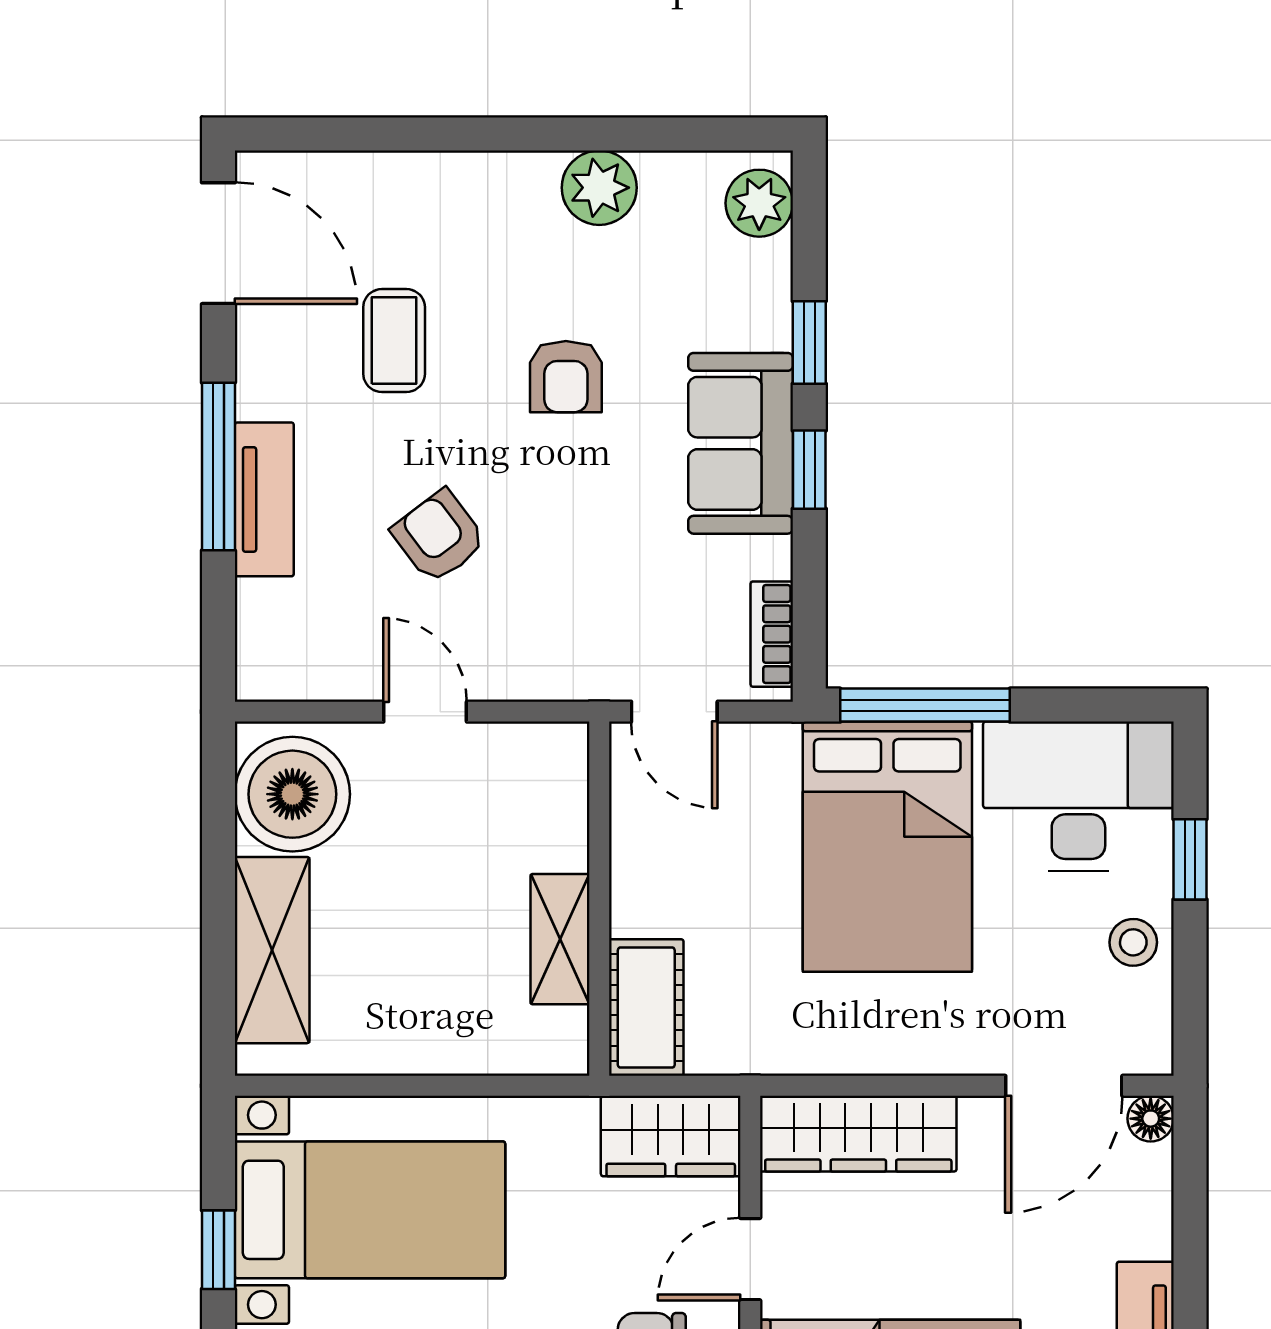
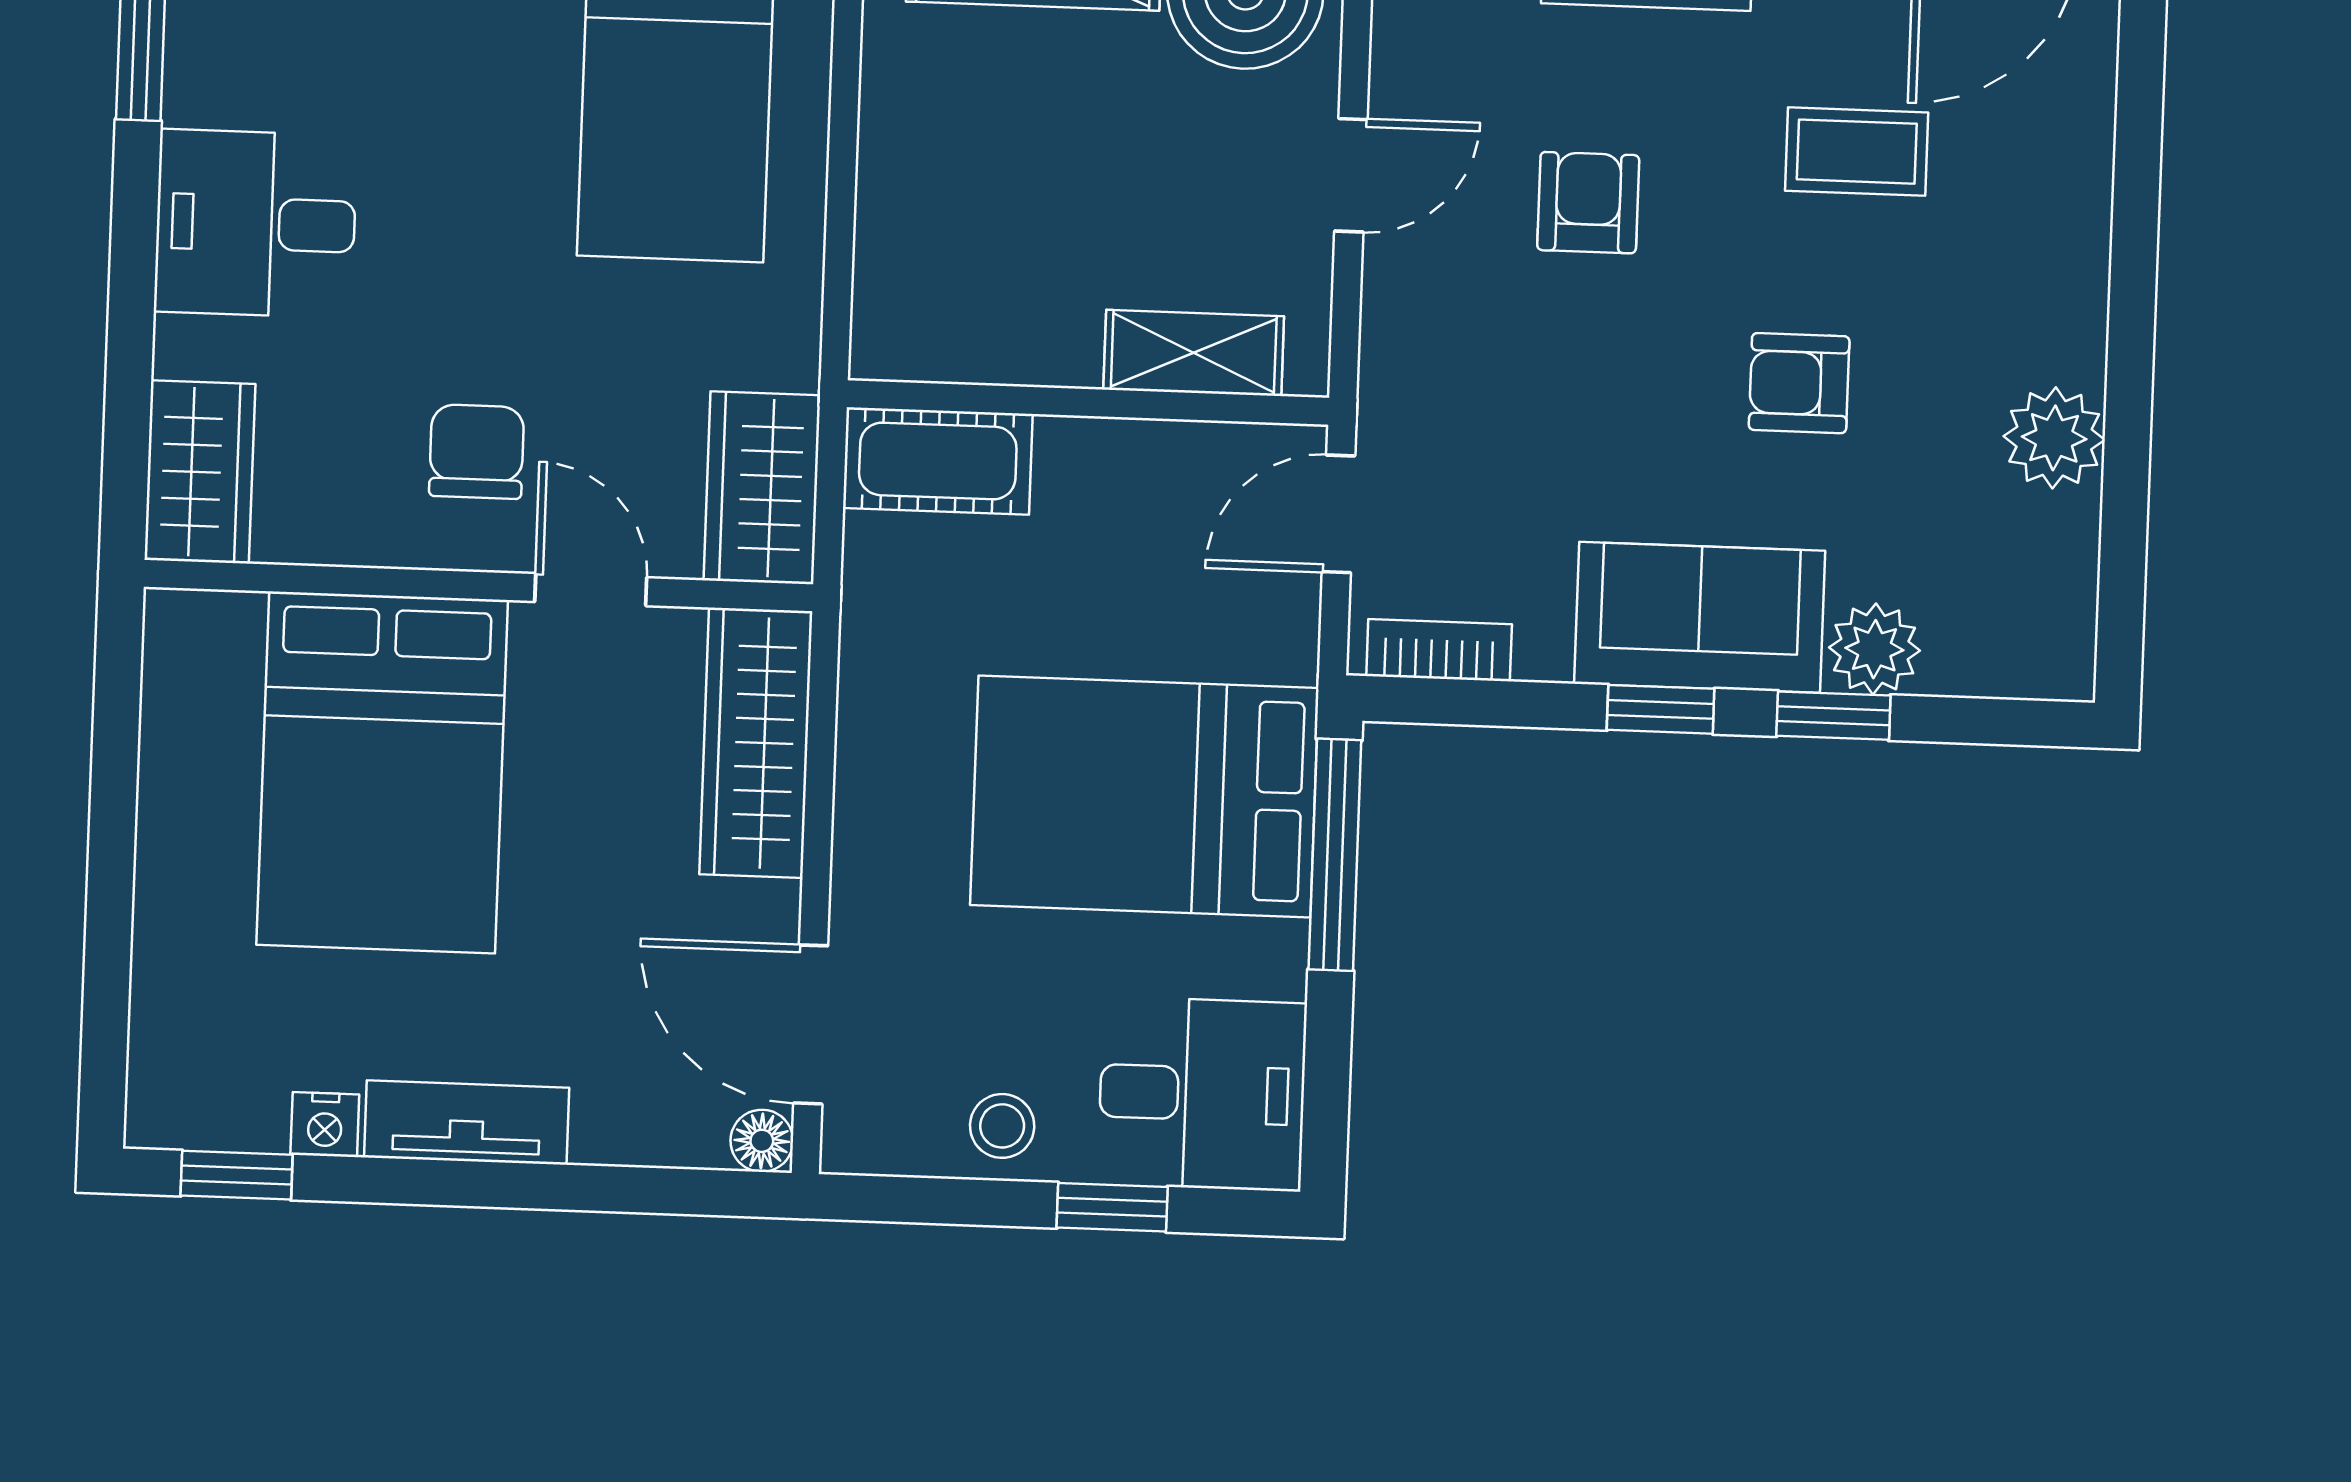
plant: (759, 203) -> (1874, 649), moved
armchair: (439, 536) -> (1588, 203), turned -53
desk: (1078, 796) -> (1202, 1094), width x0.73
shelving: (560, 939) -> (1194, 353), moved

